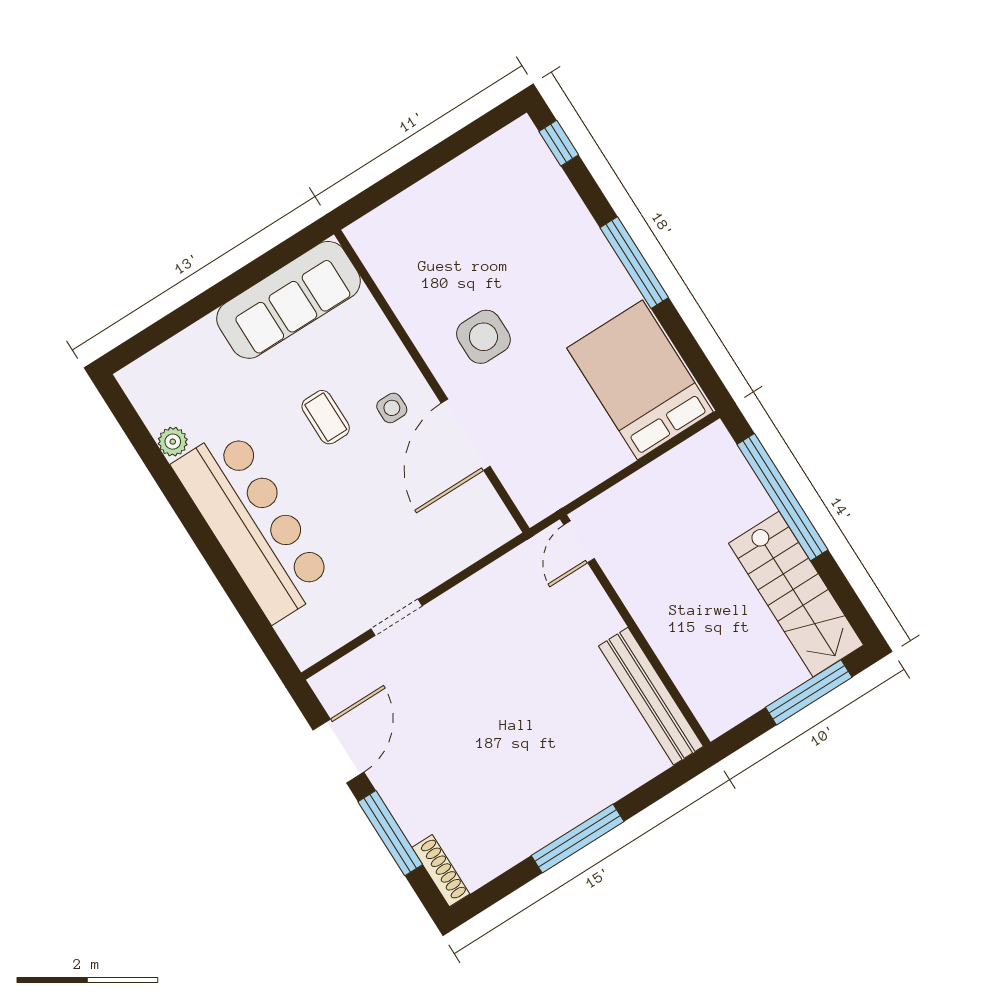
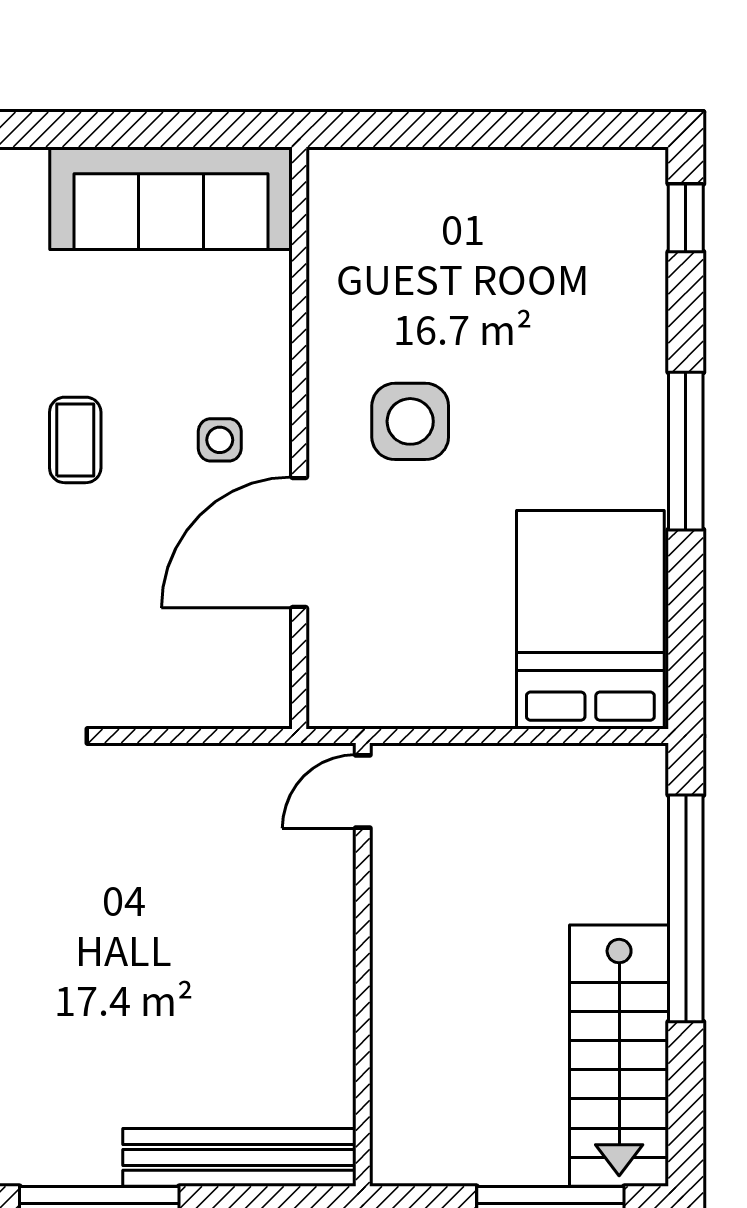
coffee table: (326, 417) -> (75, 440), moved
bench: (651, 696) -> (239, 1157), moved, turned 90

